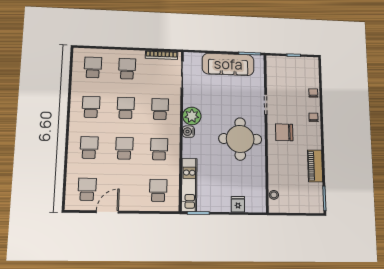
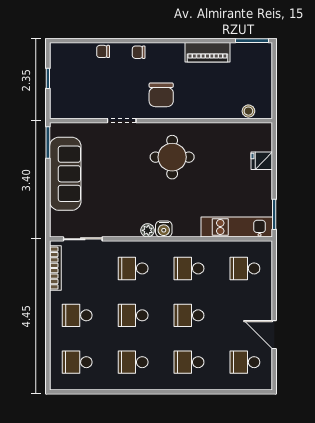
plant: (192, 116) -> (148, 230), width x0.53, depth x0.53
round table: (240, 139) -> (172, 157), width x0.73, depth x0.73

